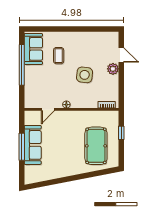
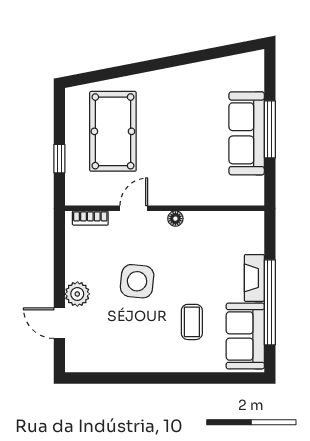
fireplace: (29, 76) -> (254, 278), added
door: (48, 109) -> (134, 208), moved

